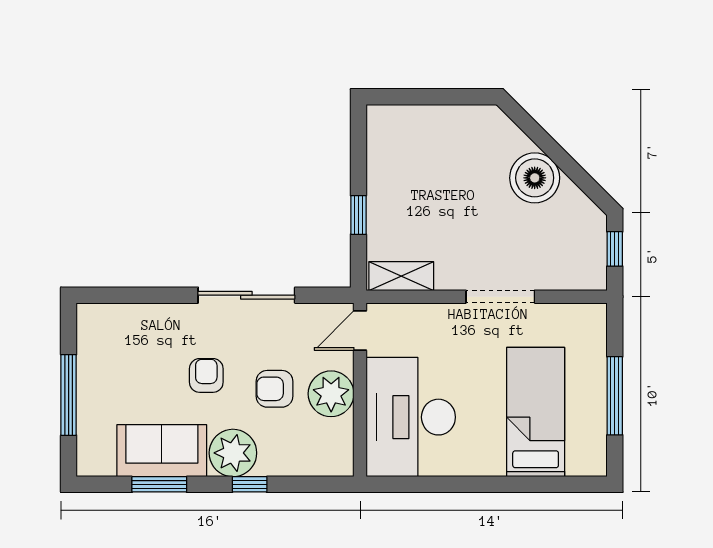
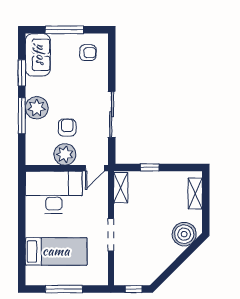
shelving: (413, 119) -> (195, 193), added
boiler: (535, 178) -> (184, 234), moved
door: (360, 331) -> (95, 168), swing flipped
armchair: (206, 375) -> (88, 53), moved
sofa: (162, 451) -> (38, 55), moved
window: (250, 484) -> (22, 116), width x2.17

